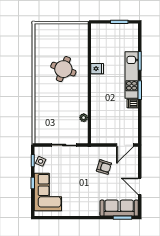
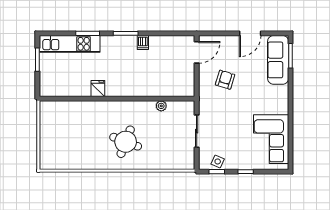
round table: (63, 69) -> (126, 142), moved
kitchen unit: (132, 75) -> (70, 44), moved
door: (125, 145) -> (197, 52), hinge flipped
corner sofa: (48, 192) -> (271, 139), moved, turned -90

